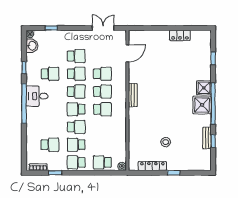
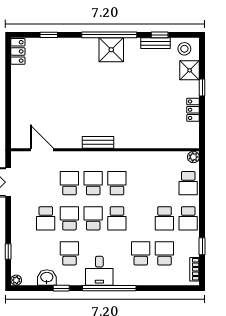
locker: (180, 35) -> (18, 51), moved
washbasin: (32, 46) -> (47, 278), moved
school desk: (76, 56) -> (46, 218), turned 180
shower: (204, 88) -> (190, 70), moved
school desk: (76, 127) -> (141, 253), moved
stool: (166, 142) -> (184, 49), moved
locker: (152, 166) -> (193, 110), width x0.66

